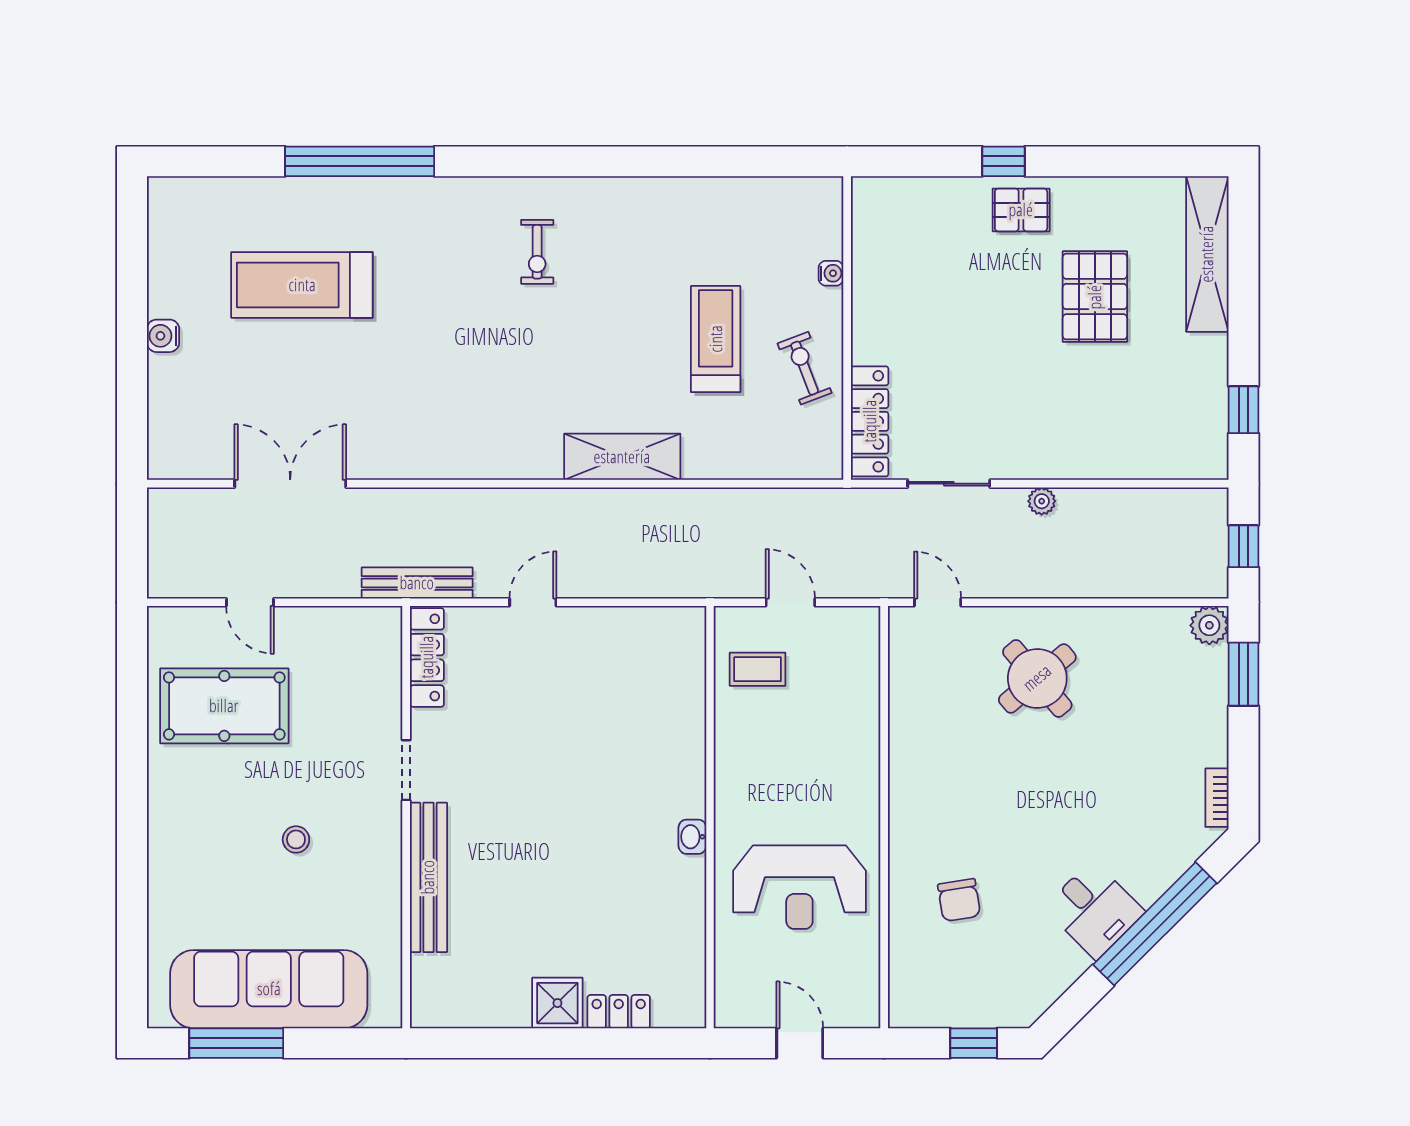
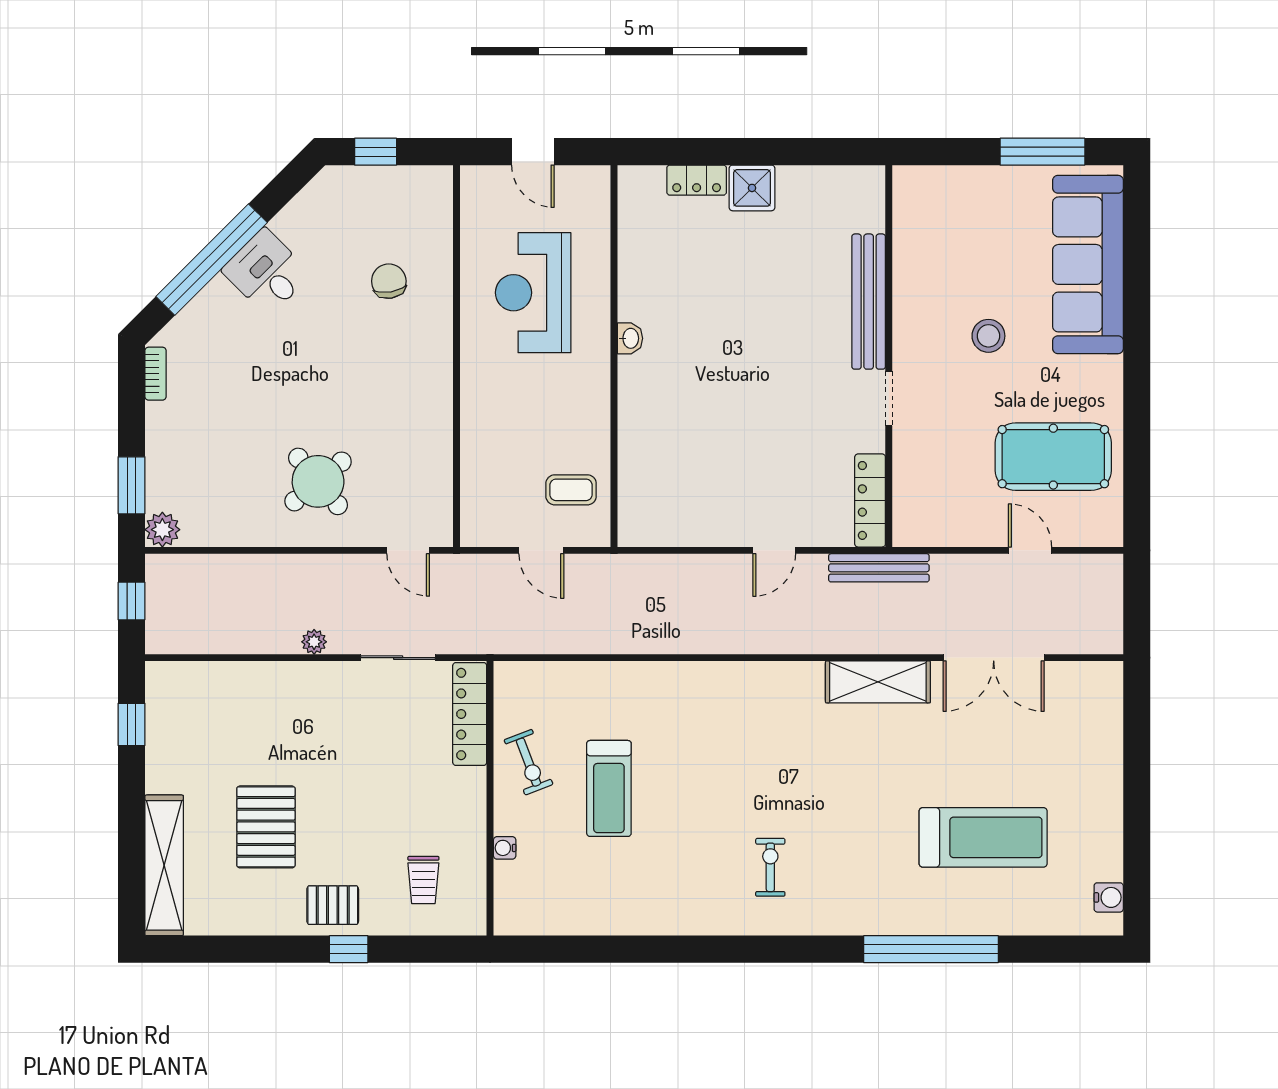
trolley: (921, 238) -> (423, 880), added
water cooler: (163, 336) -> (1109, 897), moved
shelving: (622, 457) -> (878, 682), moved
stool: (296, 839) -> (988, 336), width x1.37, depth x1.37
reception desk: (799, 887) -> (533, 293), turned -90
sofa: (269, 989) -> (1088, 264), moved, turned 90

